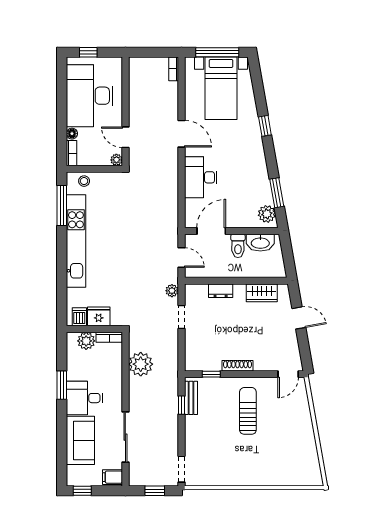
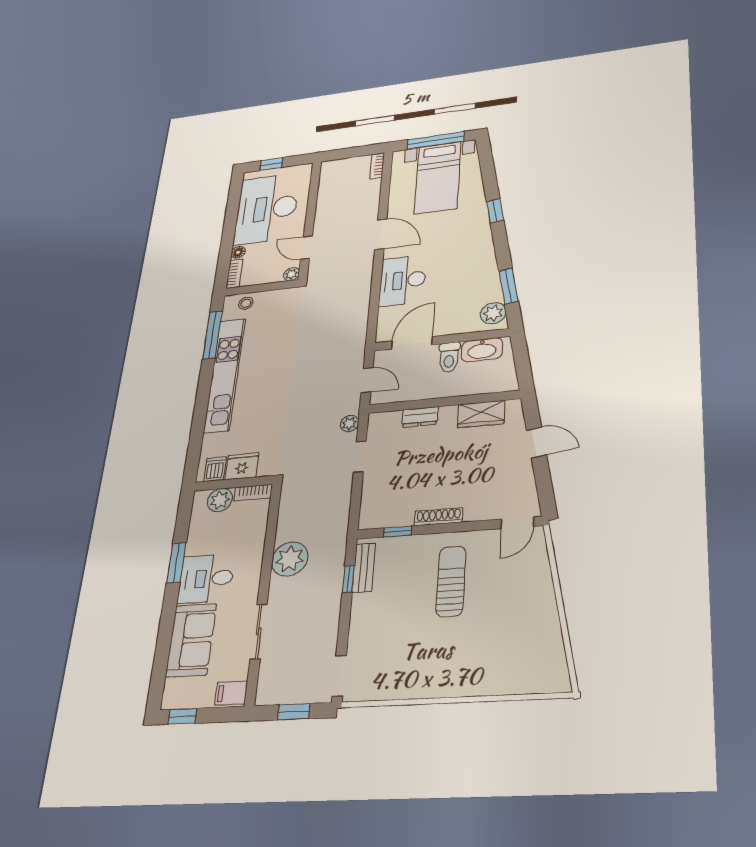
plant: (141, 364) -> (290, 559), moved
sliding door: (125, 437) -> (259, 631), width x0.73

